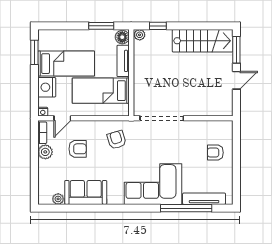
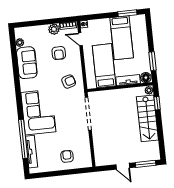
stairs: (203, 41) -> (147, 118), moved
nightstand: (47, 87) -> (102, 25), removed

